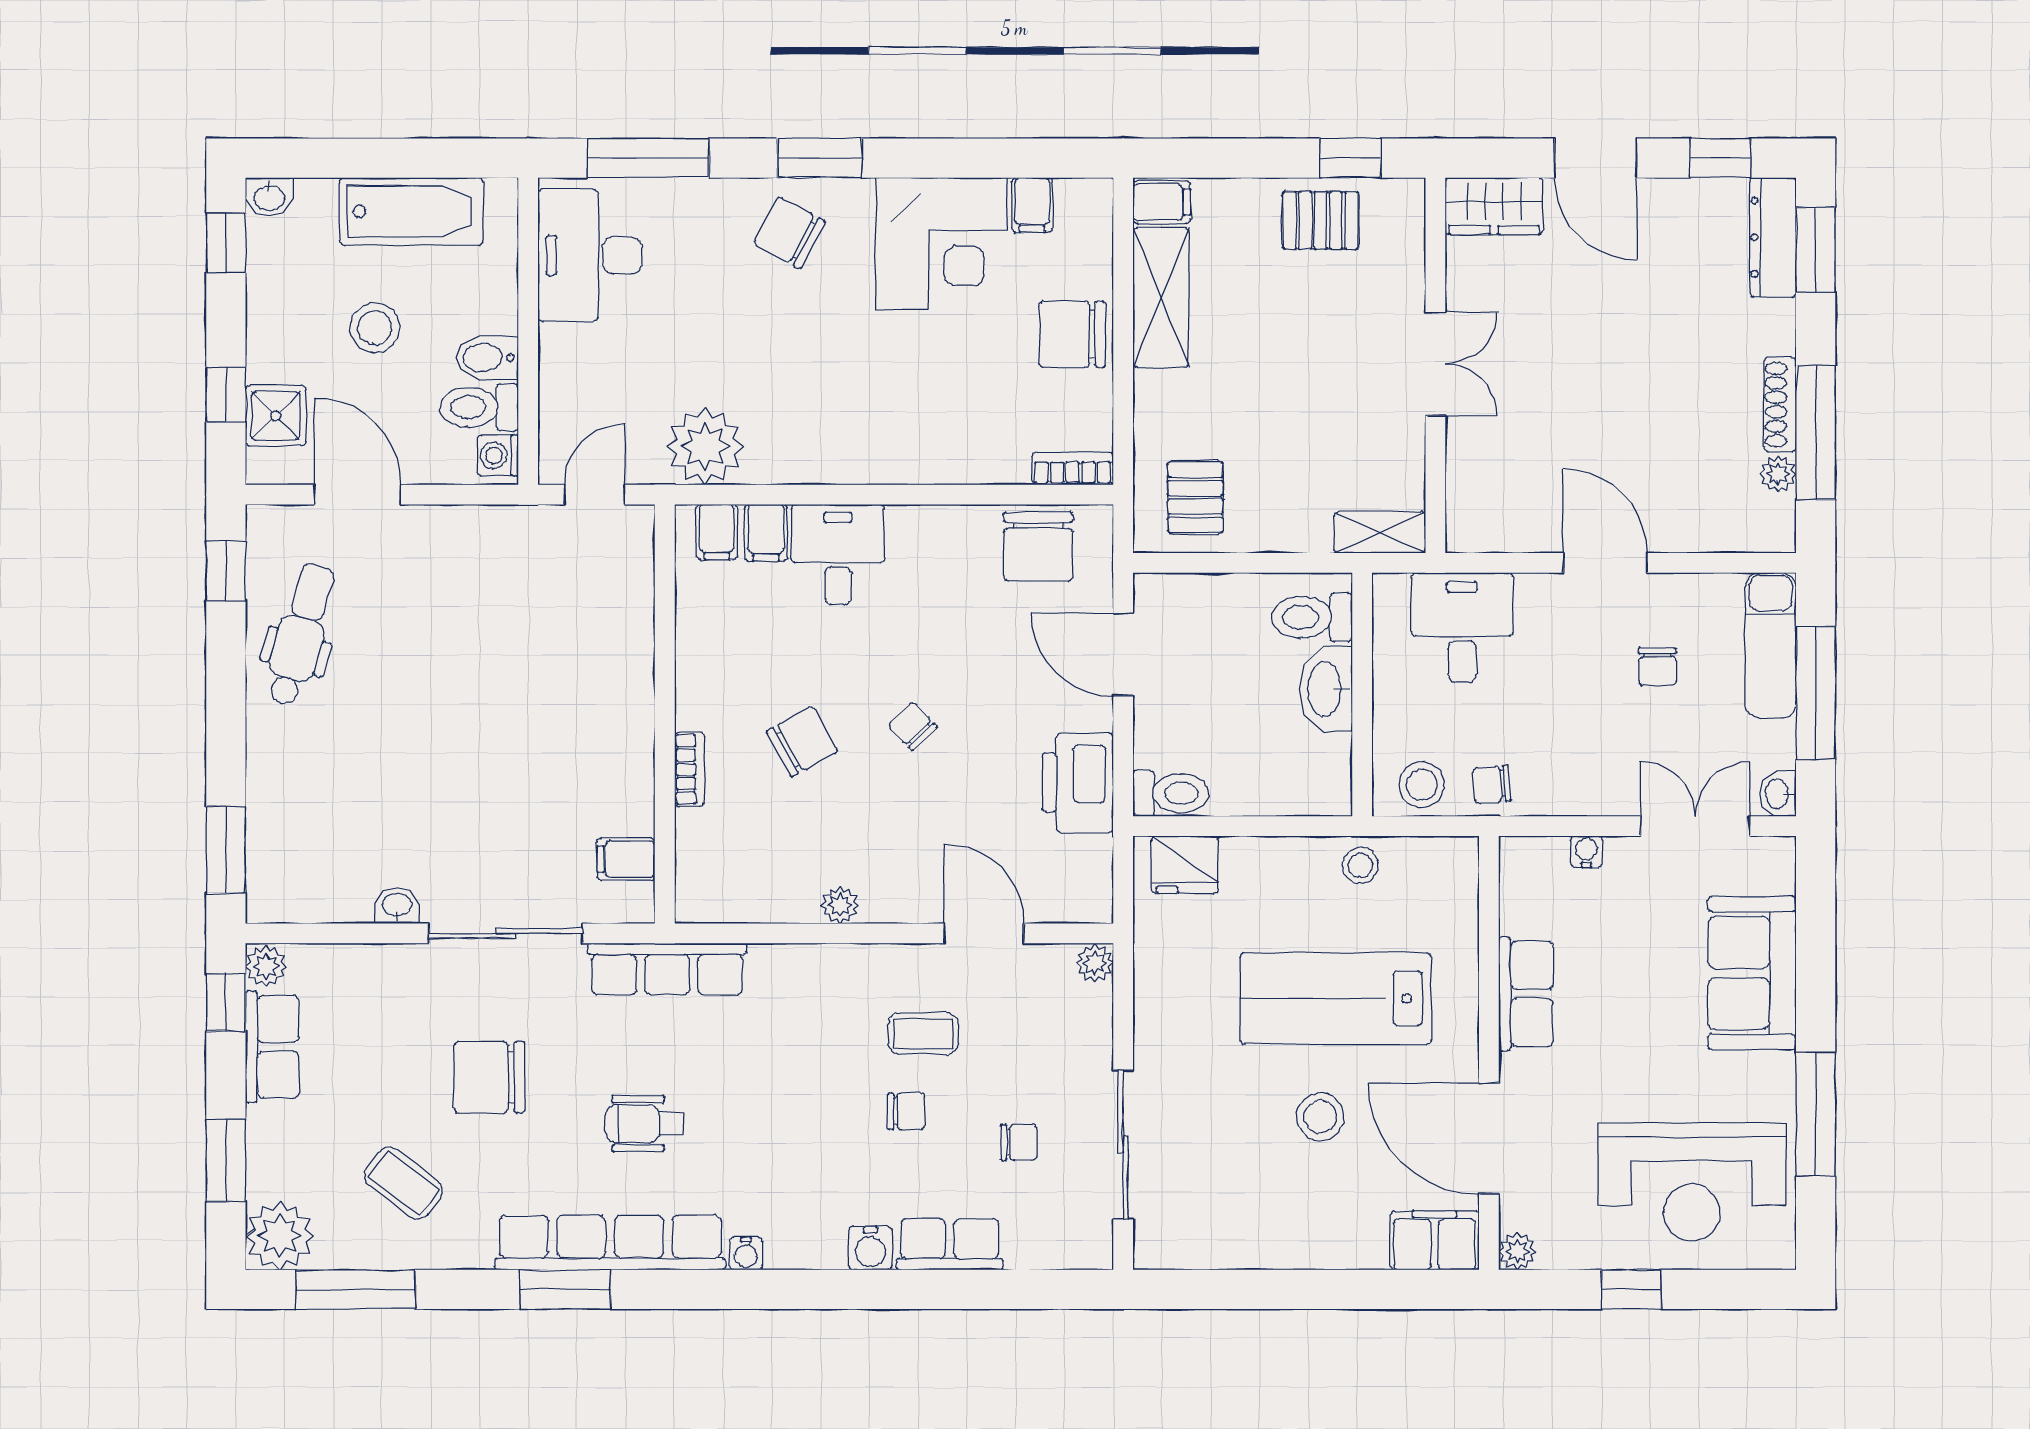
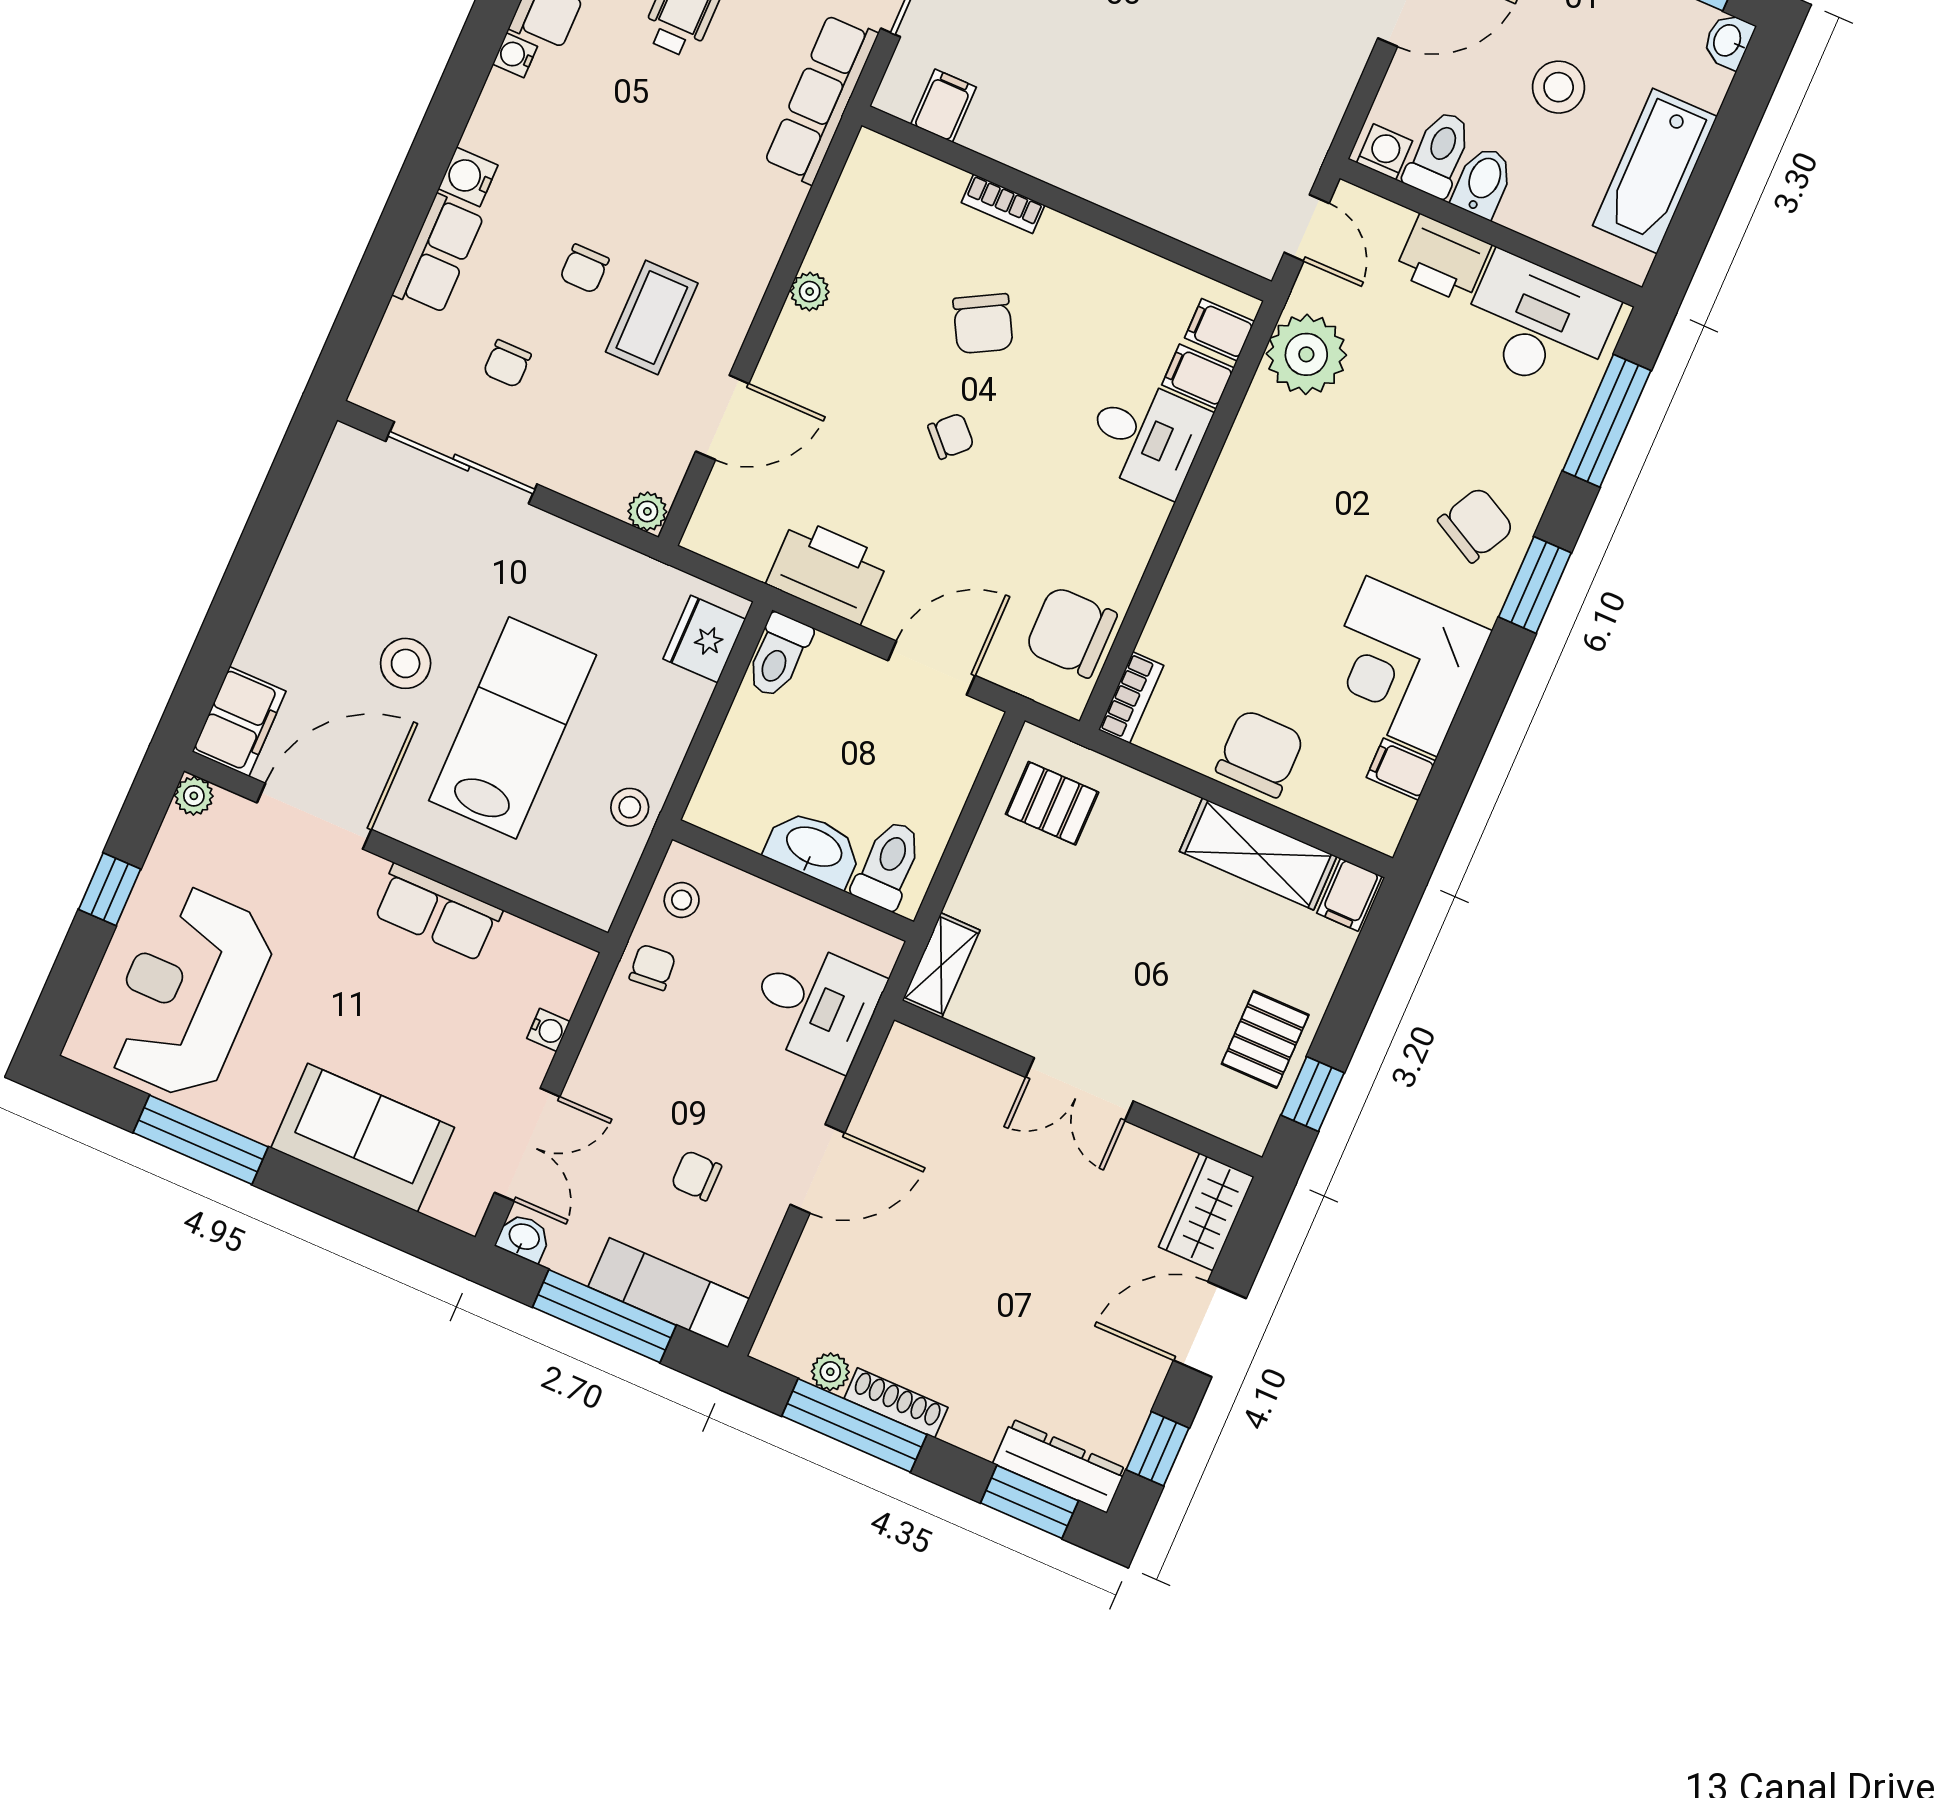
printer: (569, 363) -> (1443, 259), added
stool: (1422, 785) -> (682, 900), width x0.73, depth x0.73
coffee table: (923, 1034) -> (652, 317), width x1.36, depth x1.30

